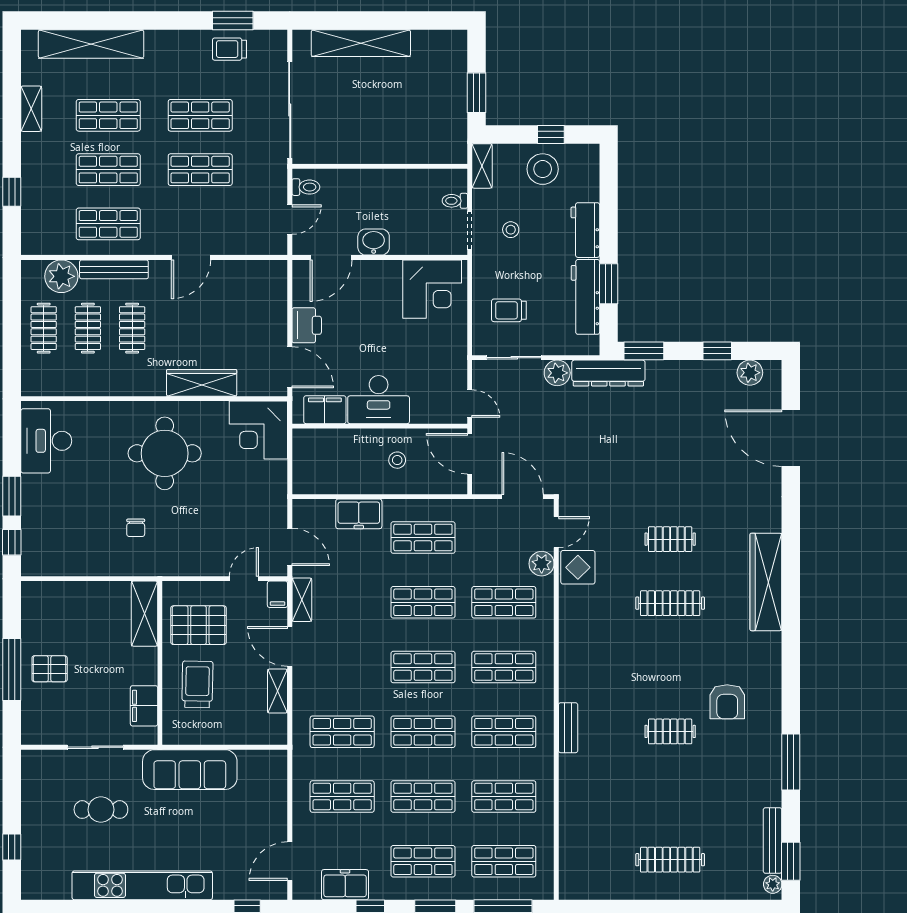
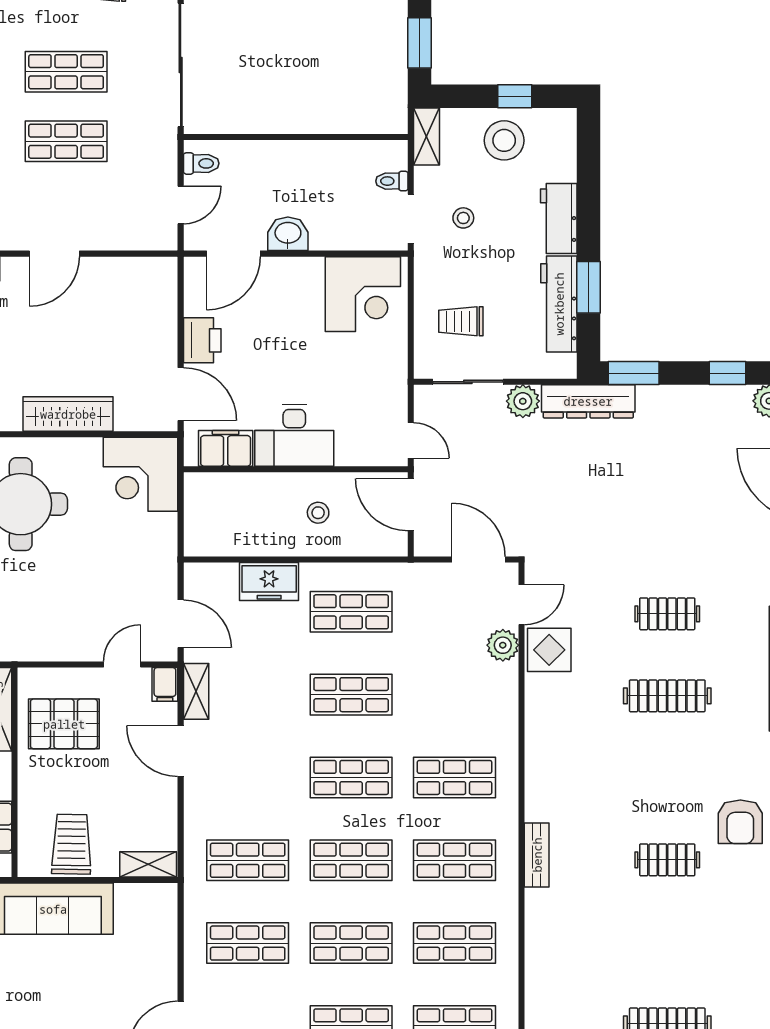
shop shelf: (504, 602) -> (455, 695), removed
trolley: (197, 684) -> (71, 844), moved
shelving: (277, 691) -> (148, 864), moved, turned 90

